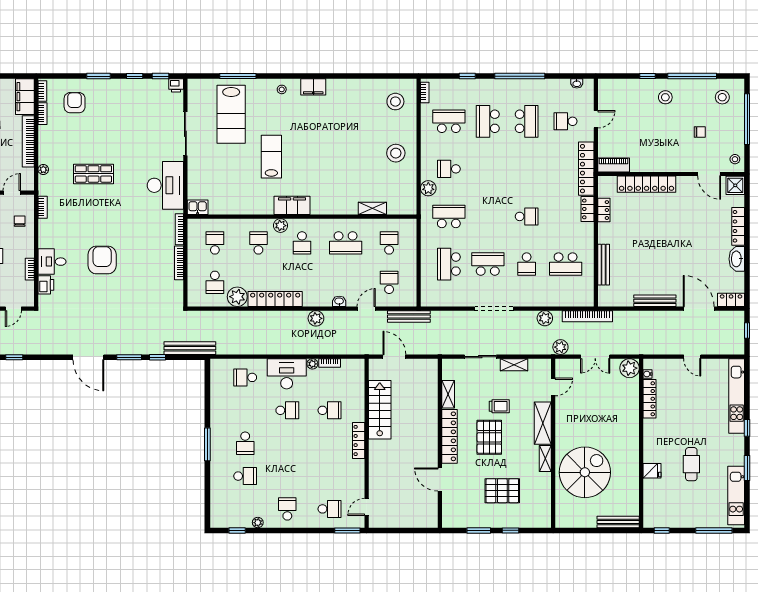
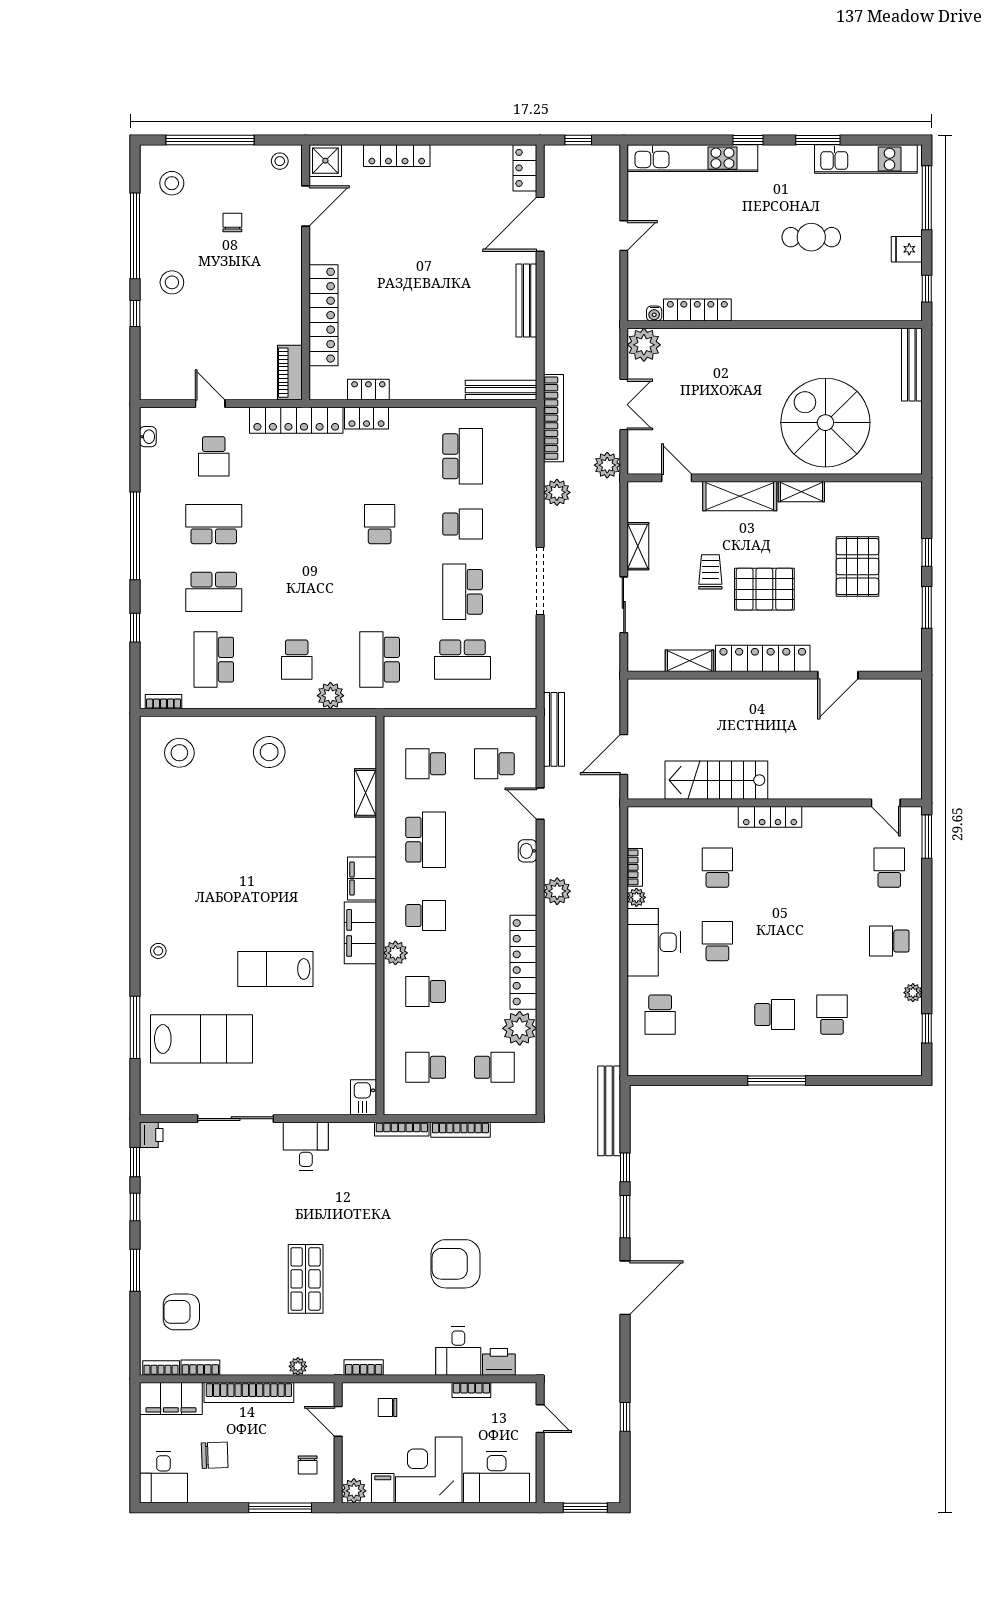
filing cabinet: (313, 87) -> (362, 879), moved, turned 180
desk: (165, 185) -> (306, 1146), width x0.53, depth x0.77
washbasin: (737, 259) -> (454, 158), removed
bench: (604, 265) -> (501, 390), moved
fridge: (652, 471) -> (907, 249), moved, turned -90

